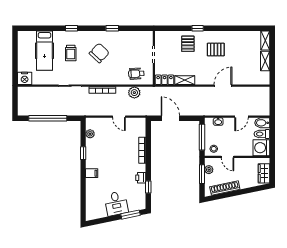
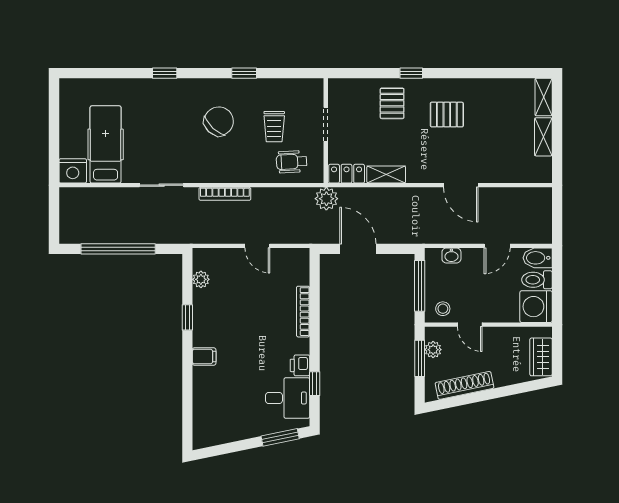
hospital bed: (44, 51) -> (106, 144), moved, turned 180
trolley: (71, 53) -> (274, 127), moved
door: (223, 86) -> (461, 185), swing flipped
plant: (134, 93) -> (326, 199), moved
desk: (116, 203) -> (288, 398), moved, turned -78

